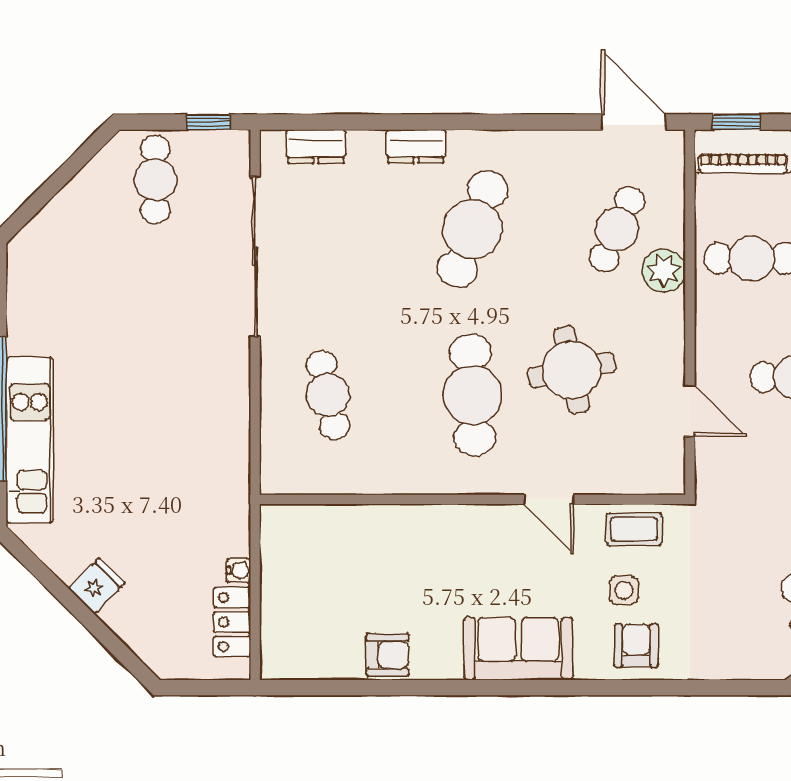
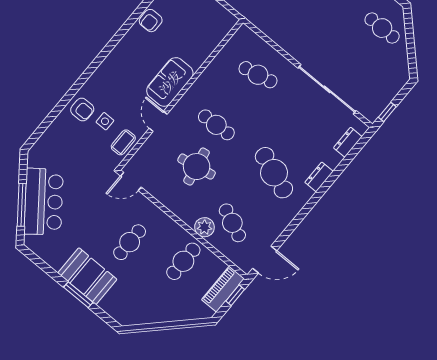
cafe table: (155, 180) -> (382, 28), moved
cafe table: (472, 395) -> (216, 125), width x0.73, depth x0.74
door: (690, 411) -> (131, 181), moved
door: (549, 499) -> (158, 121), hinge flipped
sofa: (518, 649) -> (170, 82), moved, turned 180

